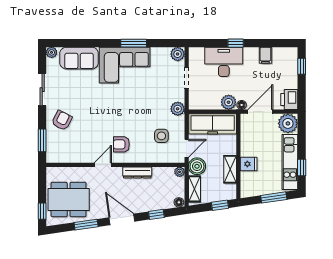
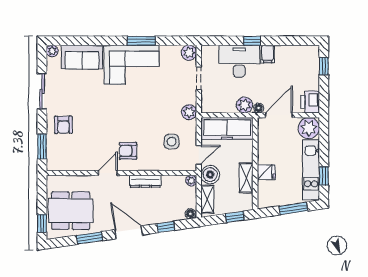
filing cabinet: (265, 55) -> (268, 54), moved
armchair: (62, 120) -> (63, 125), turned 153

